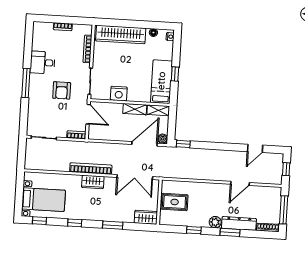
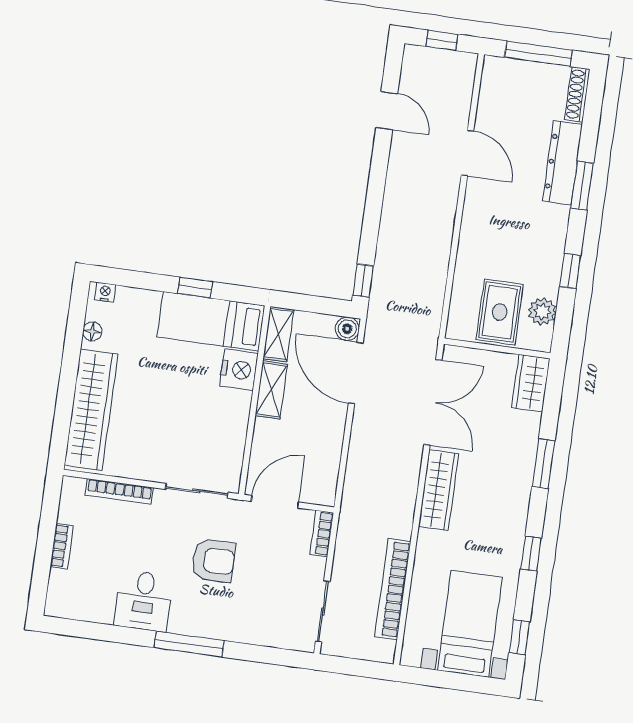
nightstand: (119, 94) -> (239, 370), moved
bookcase: (91, 168) -> (393, 589), moved
wardrobe: (93, 182) -> (439, 490), width x1.50
plant: (215, 222) -> (542, 311), moved

